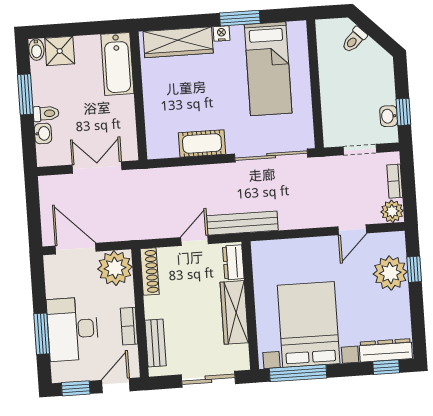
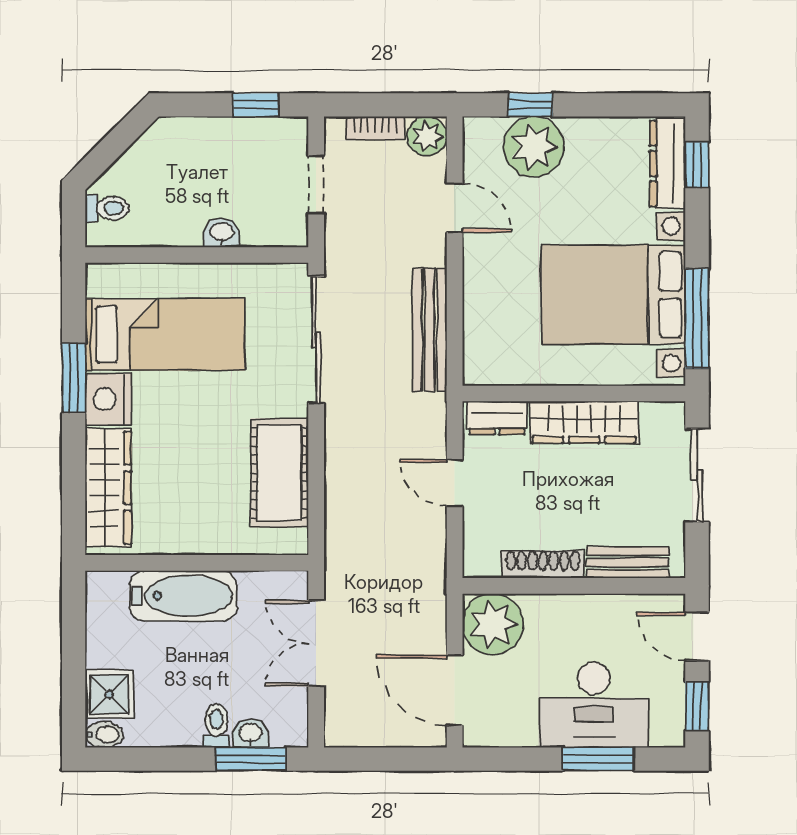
nightstand: (222, 33) -> (108, 399), width x1.89, depth x1.79
toilet: (354, 40) -> (107, 208), moved, turned -45
bathtub: (117, 64) -> (183, 596), moved
window: (25, 94) -> (251, 759), moved
washbasin: (389, 116) -> (222, 233), moved, turned 180
cot: (202, 143) -> (279, 473), width x1.37, depth x1.34
bench: (242, 223) -> (430, 330), moved
door: (76, 249) -> (455, 690), hinge flipped
shoe rack: (150, 272) -> (543, 564), moved
bookcase: (129, 326) -> (595, 606), removed

